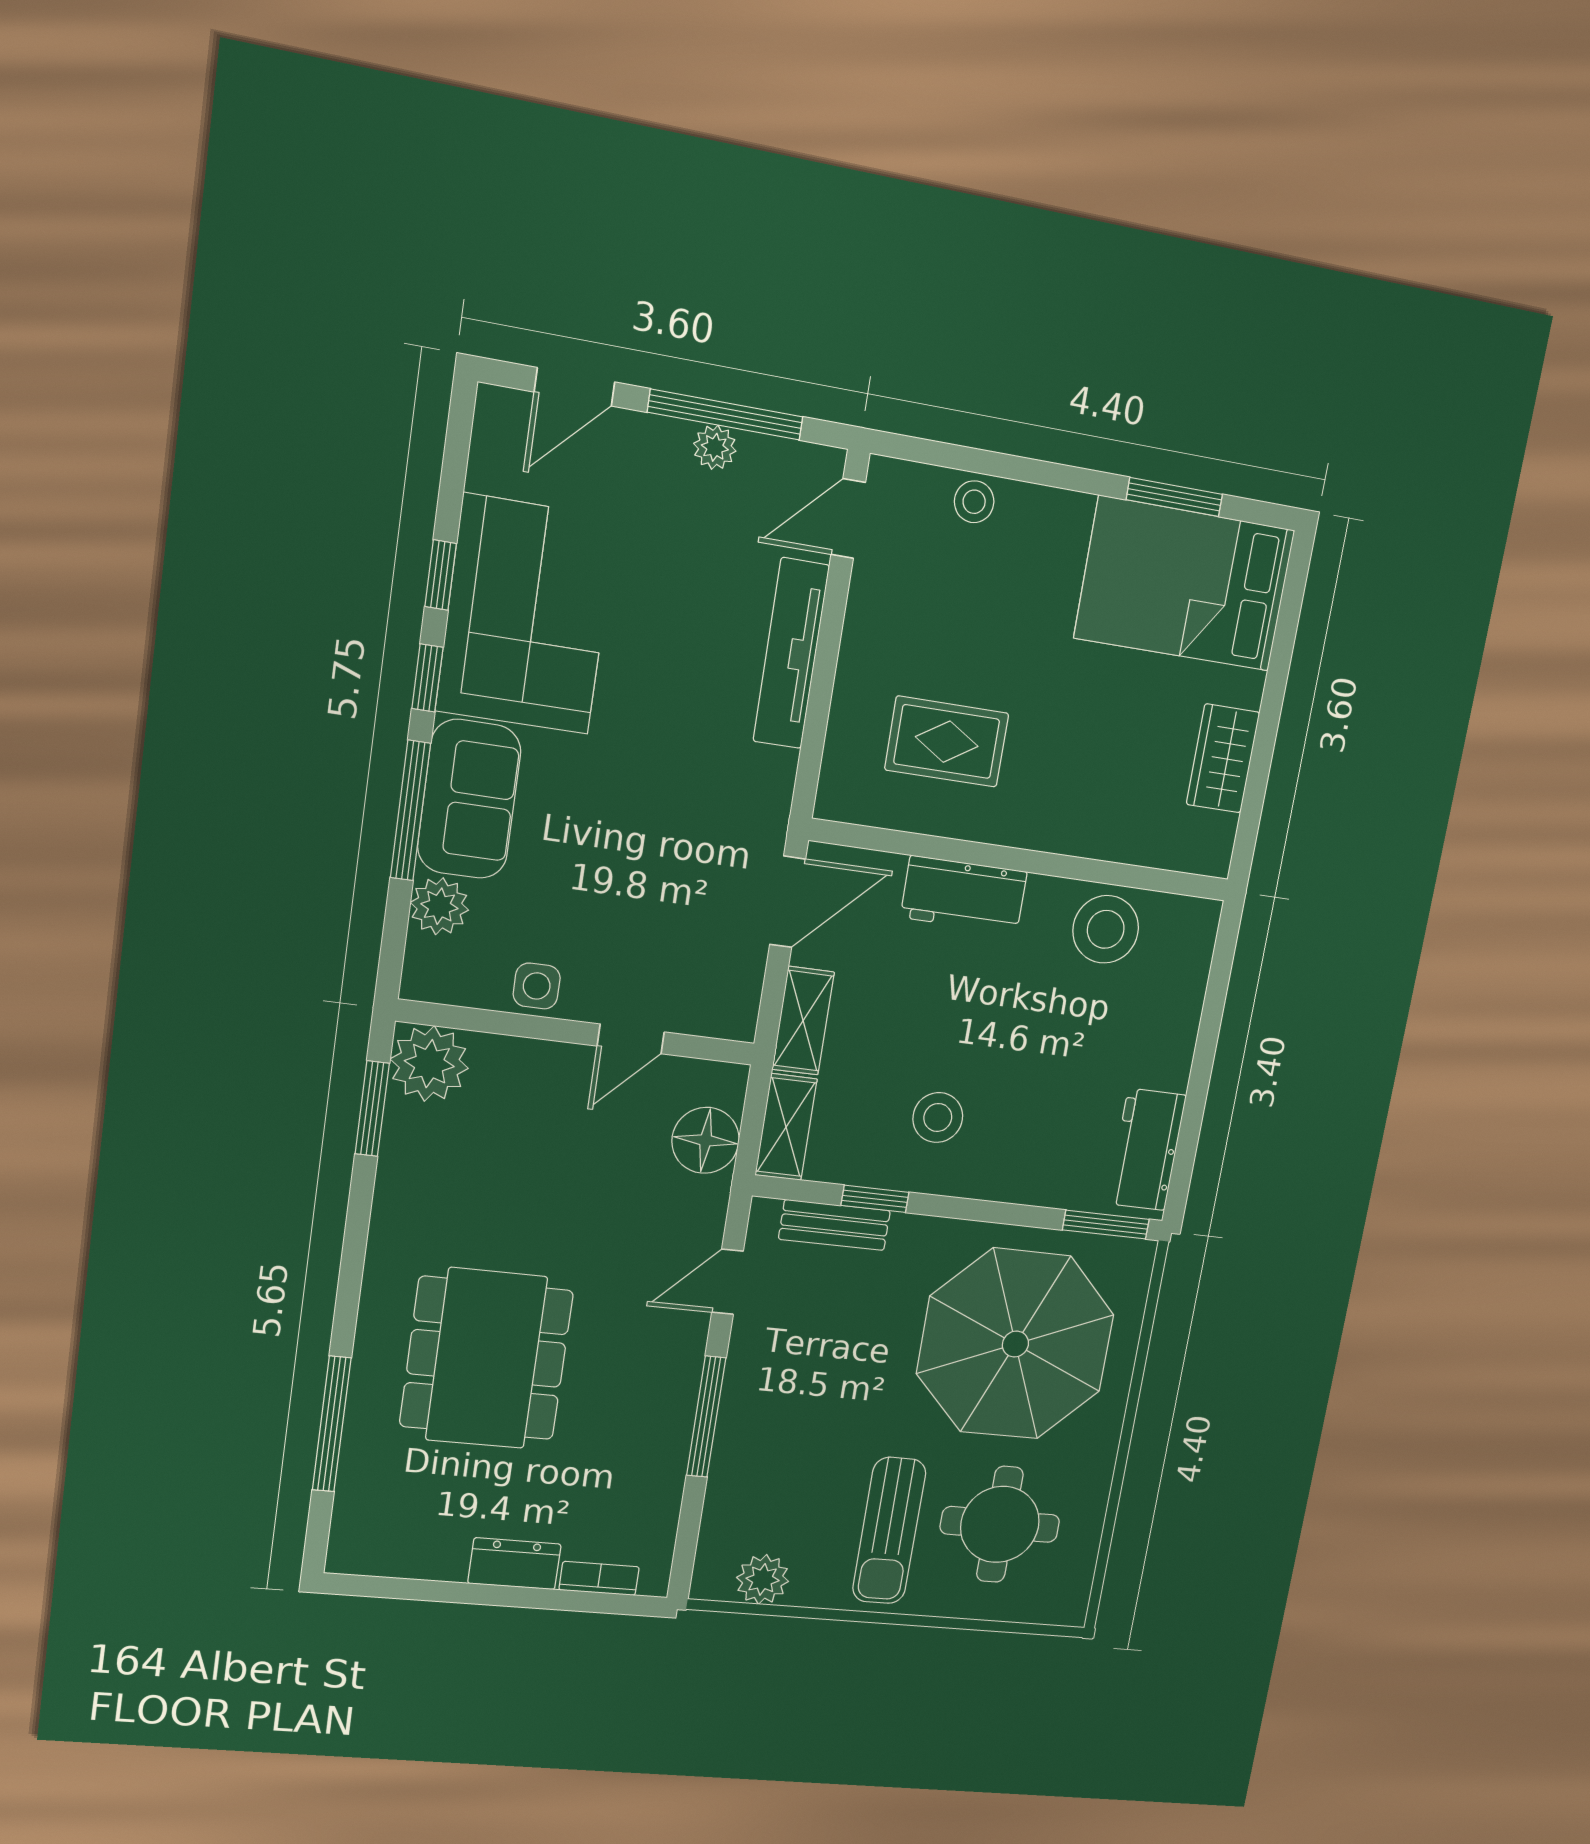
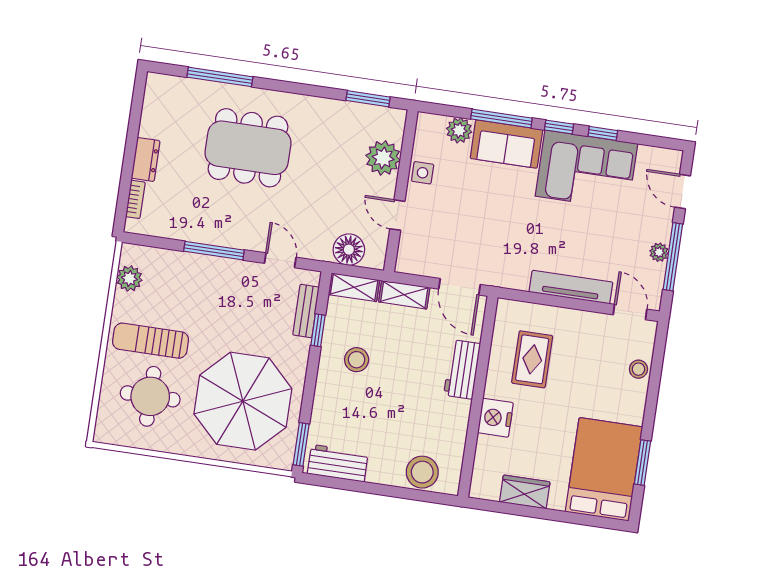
nightstand: (1067, 822) -> (495, 418), added
stool: (1106, 929) -> (422, 472), moved
plant: (429, 1064) -> (383, 158), moved

